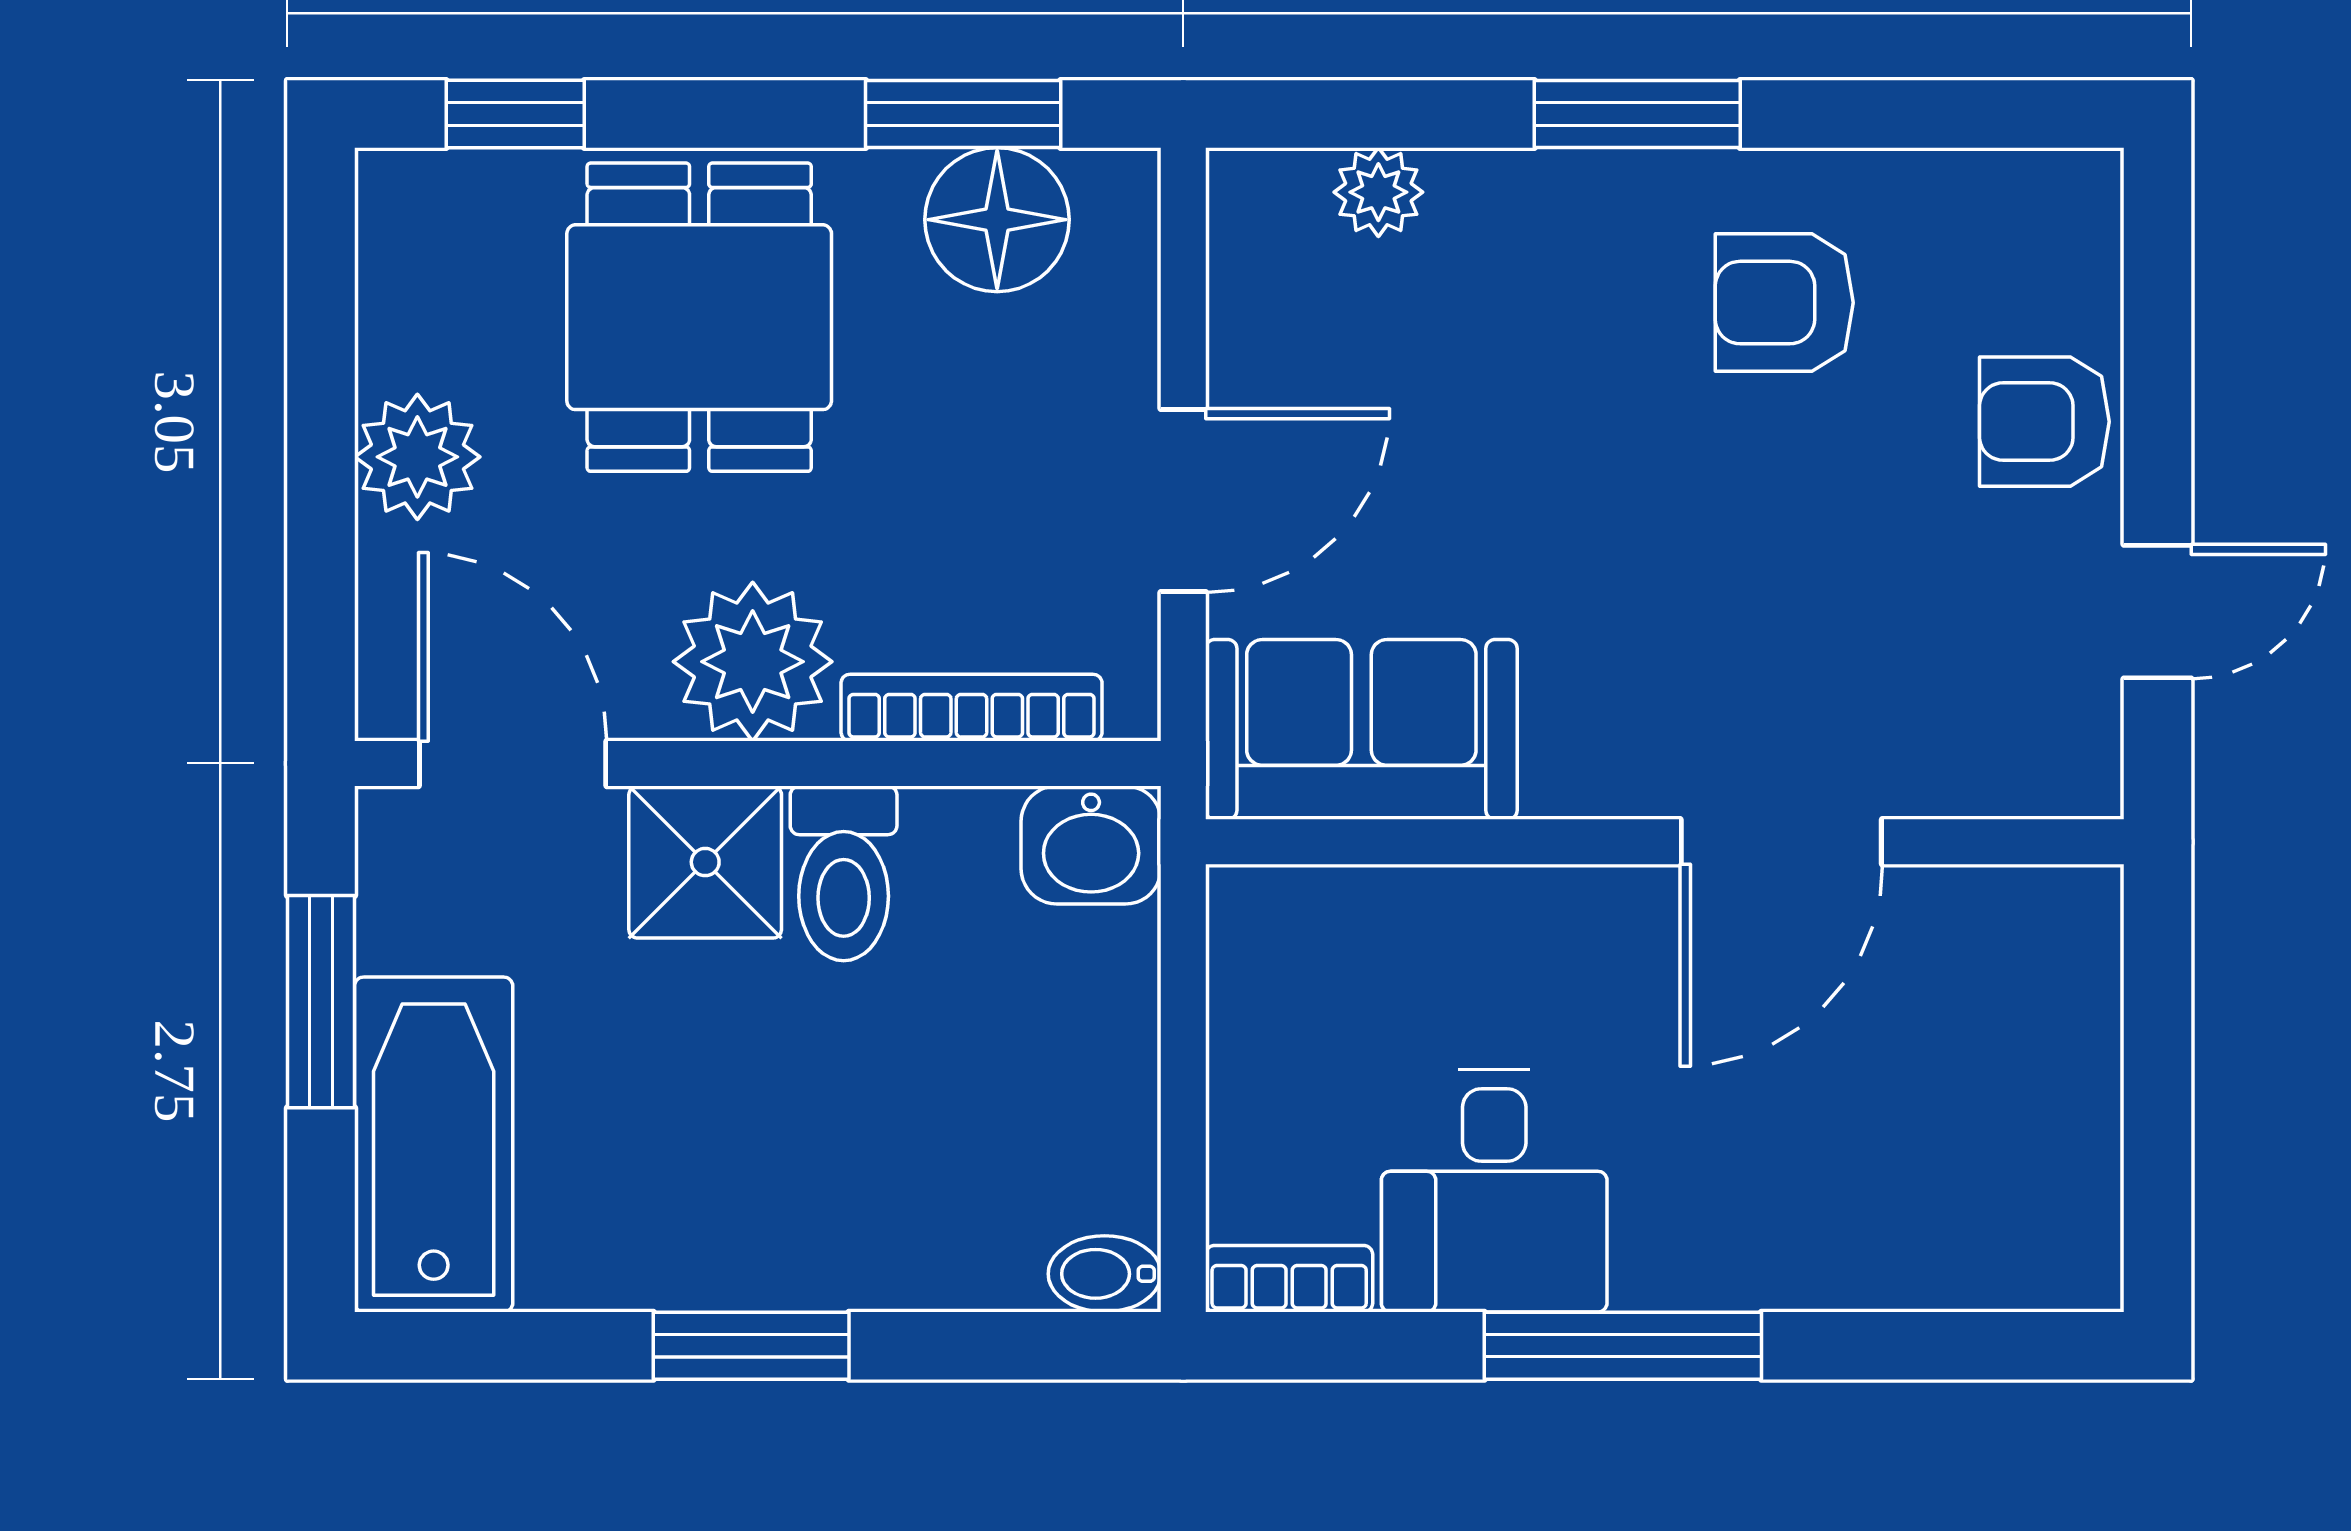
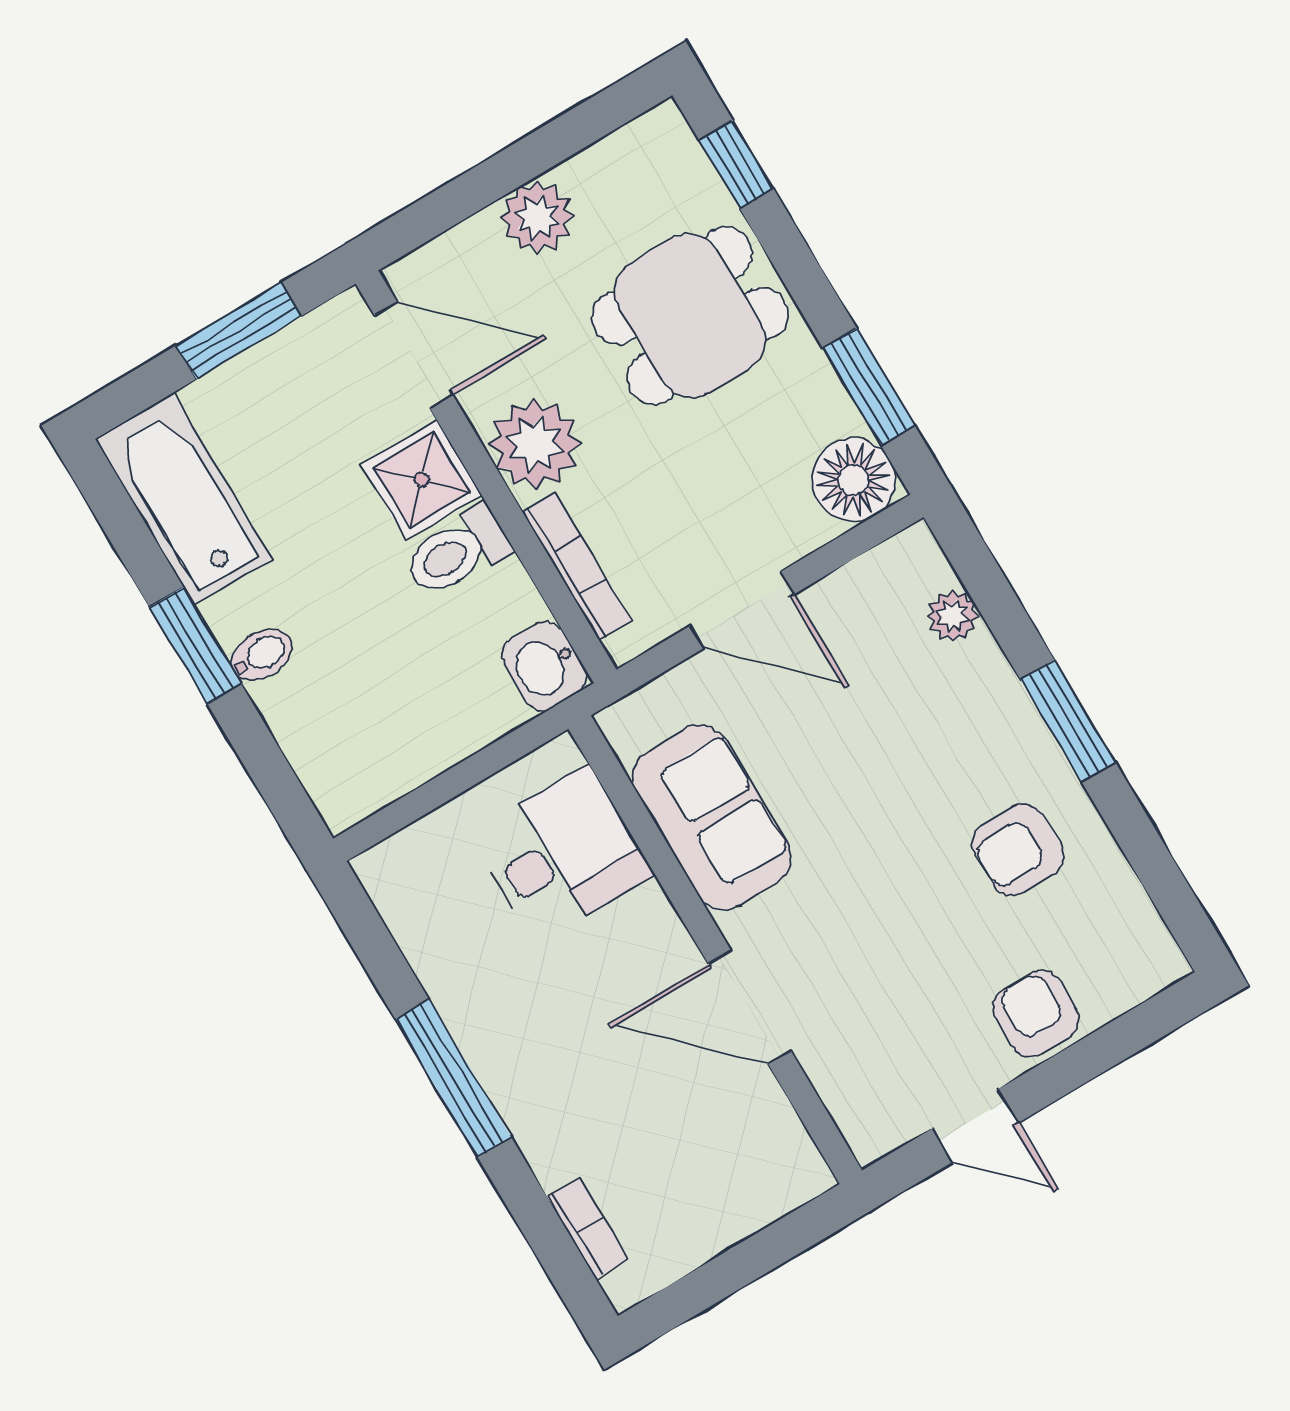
floor lamp: (997, 220) -> (853, 480), moved
armchair: (1784, 303) -> (1018, 849), turned -90
sofa: (1361, 729) -> (712, 817), moved
door: (513, 763) -> (414, 355), hinge flipped
bathtub: (434, 1145) -> (184, 499), moved, turned -90
desk: (1494, 1191) -> (562, 855), moved, turned 180
bidet: (1105, 1274) -> (261, 655), moved, turned 90
bookcase: (1289, 1279) -> (587, 1228), moved

